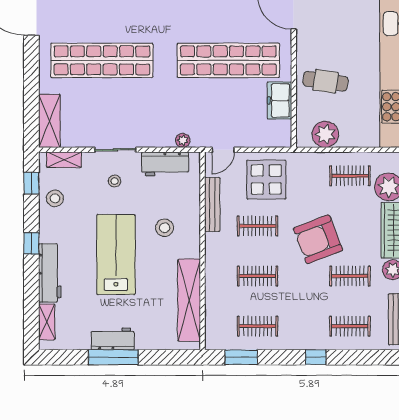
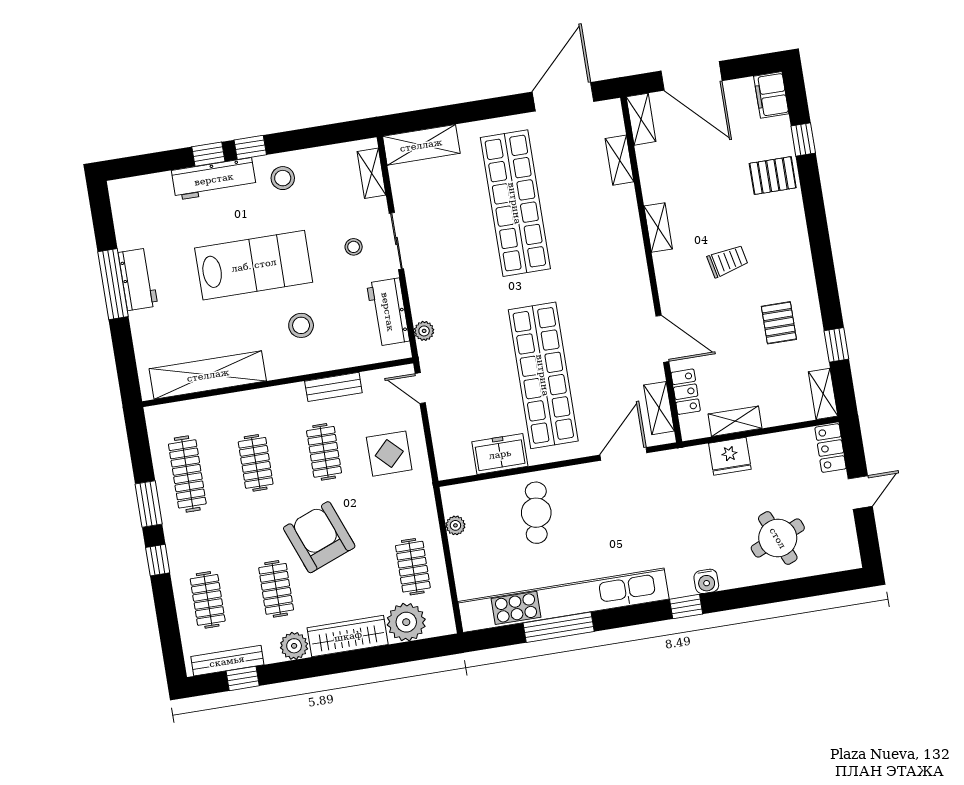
plant: (325, 134) -> (455, 525), width x0.53, depth x0.53
display table: (266, 180) -> (389, 454), width x0.73, depth x0.73
window: (31, 183) -> (208, 154), moved
stool: (55, 198) -> (283, 178), moved
bench: (212, 204) -> (333, 387), width x0.73
shelving: (47, 322) -> (147, 186), removed
clothes rail: (258, 326) -> (187, 474), width x1.36
window: (241, 357) -> (149, 504), moved

